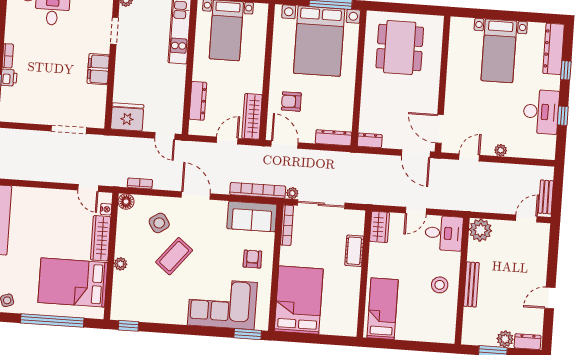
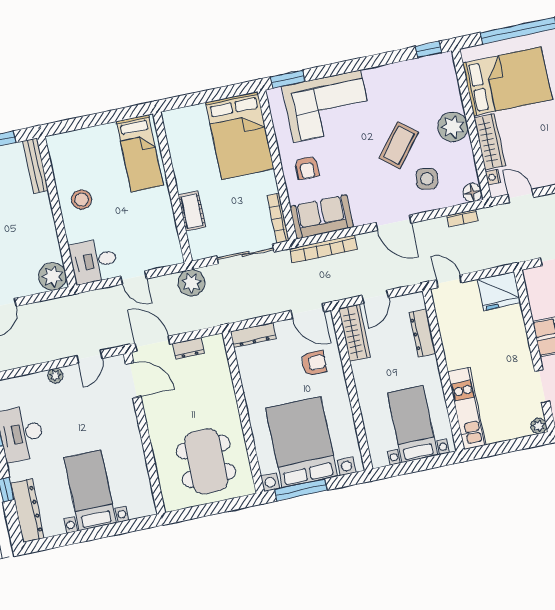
dresser: (370, 140) -> (189, 348), moved
plant: (292, 193) -> (191, 283), moved, width x1.87, depth x1.87
door: (416, 211) -> (134, 277), swing flipped
side table: (159, 223) -> (427, 179), turned 45
wardrobe: (380, 227) -> (170, 247), removed
plant: (120, 264) -> (453, 127), width x1.88, depth x1.88
bench: (471, 284) -> (35, 166), moved

